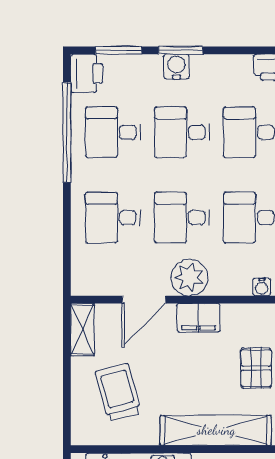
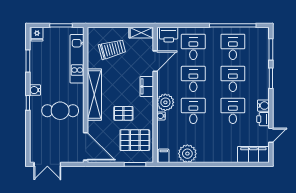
water cooler: (176, 66) -> (263, 106), moved
printer: (87, 73) -> (169, 35), moved
plant: (189, 277) -> (165, 102), moved
door: (144, 300) -> (155, 61), swing flipped

